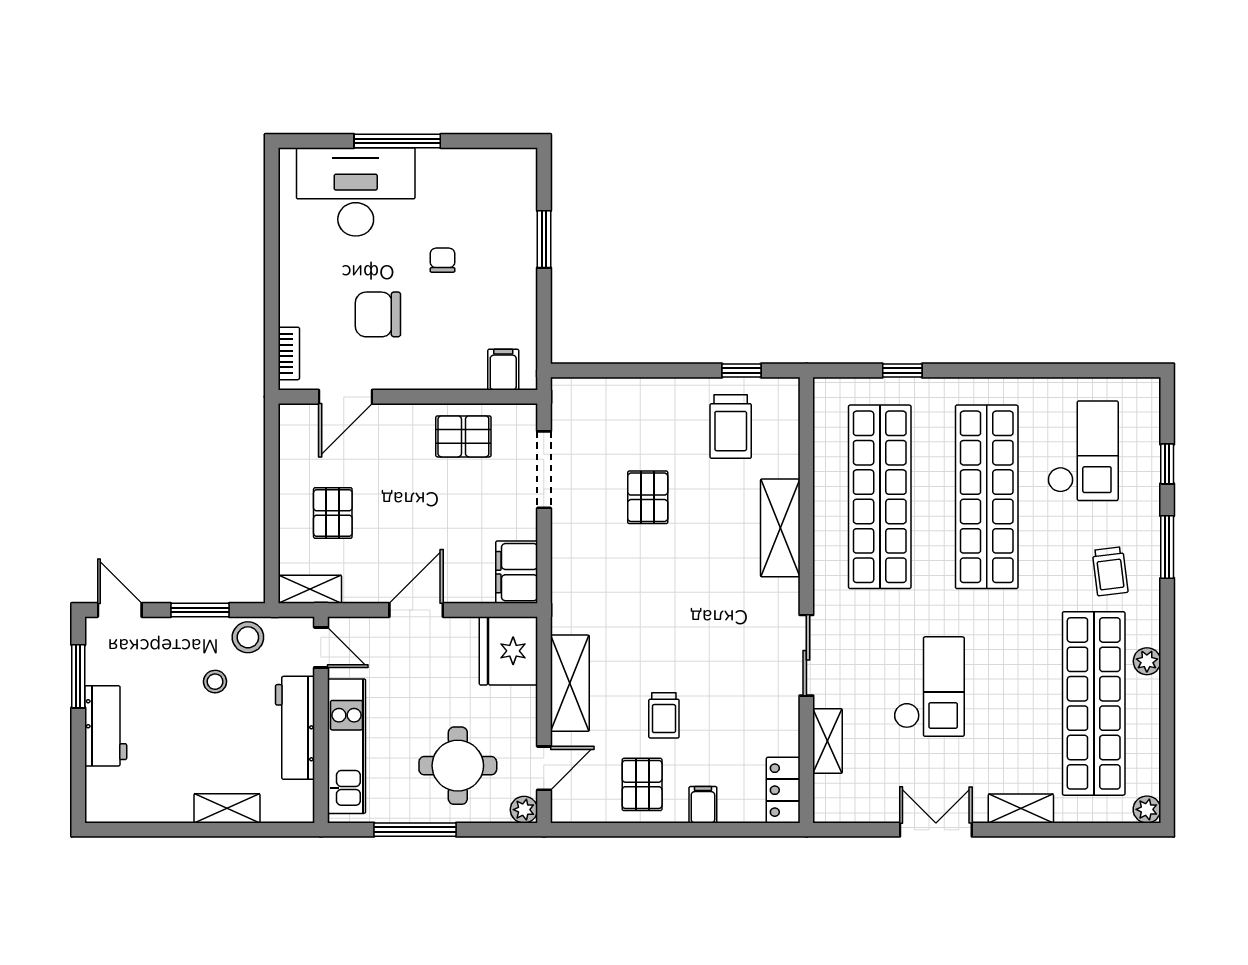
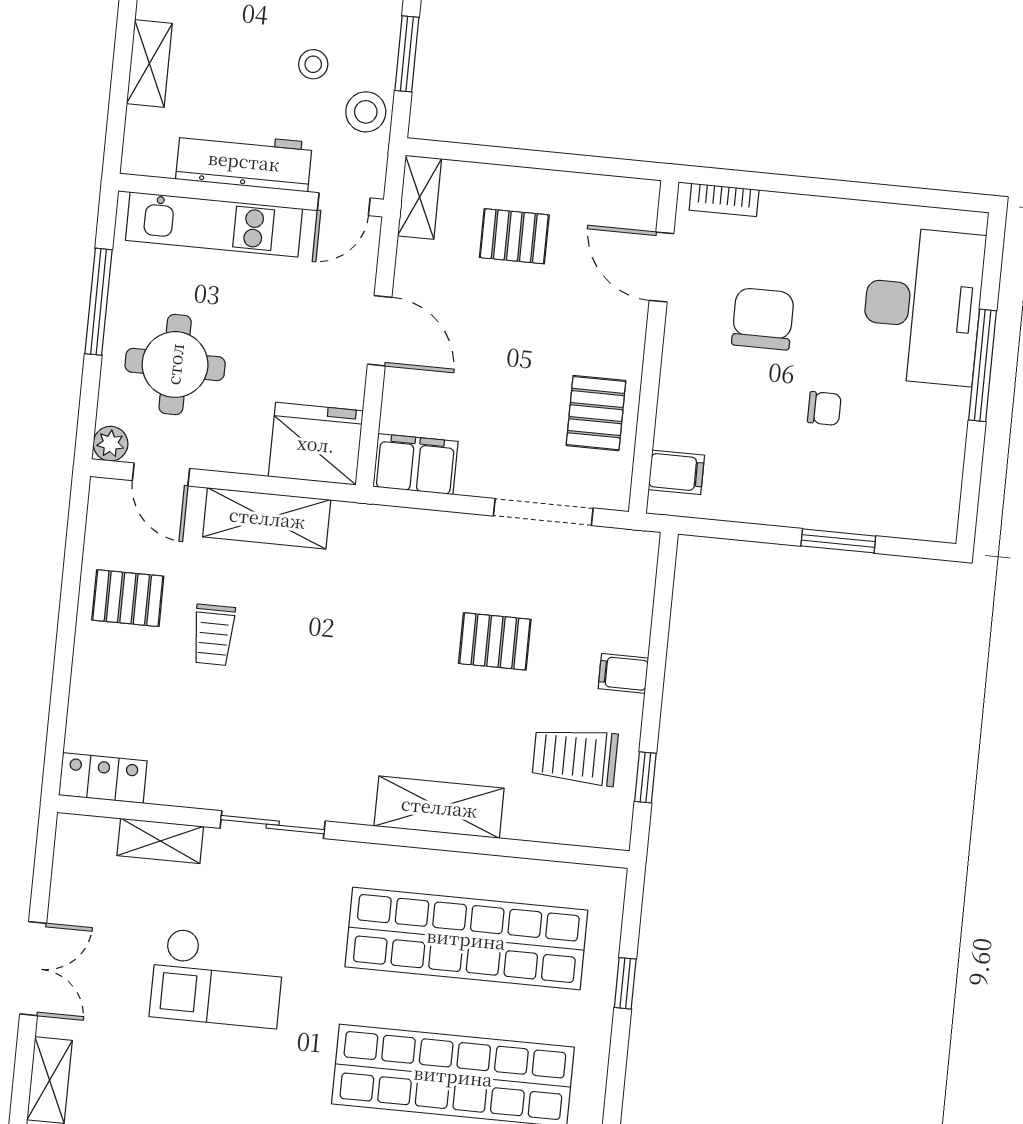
trolley: (664, 715) -> (214, 635), turned -90
filing cabinet: (703, 805) -> (623, 673), moved, turned 180

